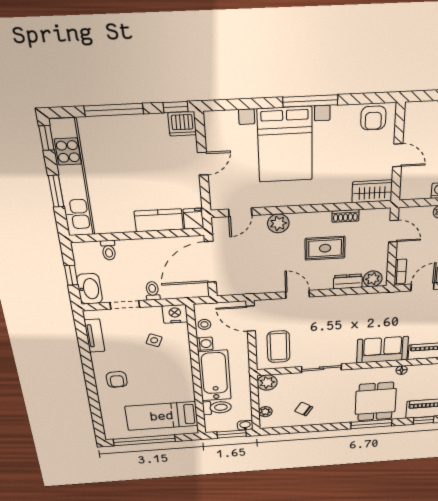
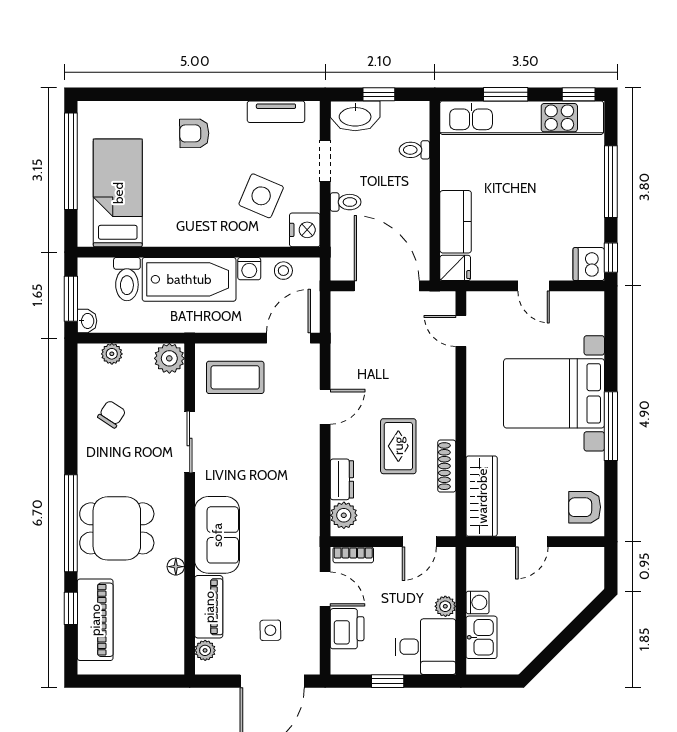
wardrobe: (372, 191) -> (482, 496), width x1.50
shoe rack: (345, 216) -> (447, 466), width x1.43
plant: (278, 223) -> (441, 382), removed
side table: (154, 340) -> (261, 196), width x1.87, depth x1.87
window: (371, 424) -> (71, 523), width x1.46

